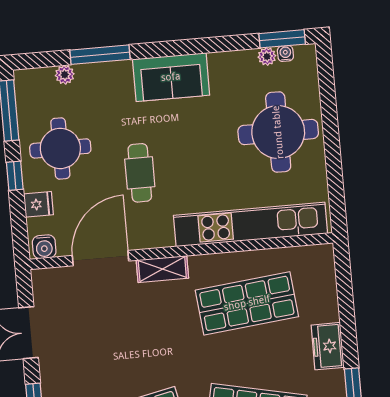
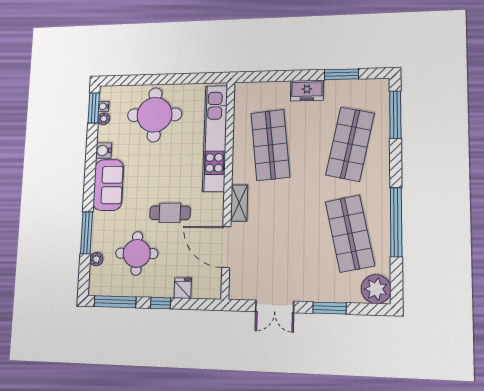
round table: (60, 148) -> (137, 253), moved
water cooler: (44, 247) -> (104, 151), moved, turned 180

